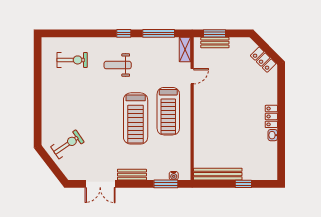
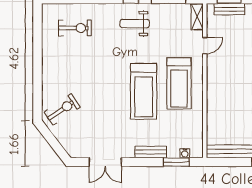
weight bench: (118, 65) -> (135, 24), moved
exercise bike: (67, 144) -> (62, 110), moved
bench: (132, 175) -> (151, 152), moved

